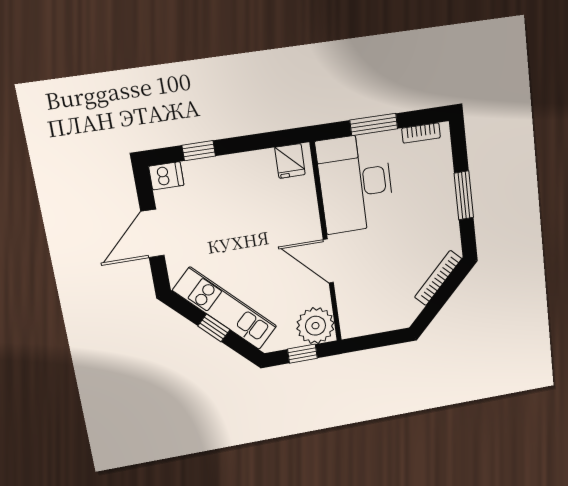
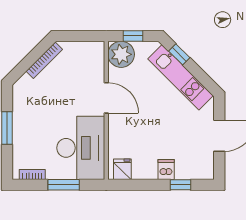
dishwasher: (166, 176) -> (166, 170), moved, turned 90
bookcase: (438, 278) -> (44, 60), moved
window: (214, 328) -> (179, 54), moved

